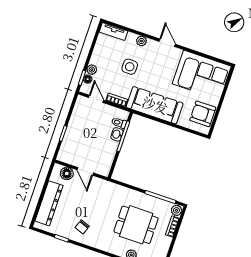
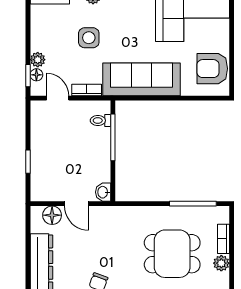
washbasin: (117, 134) -> (103, 192), moved
plant: (176, 210) -> (221, 263), moved

